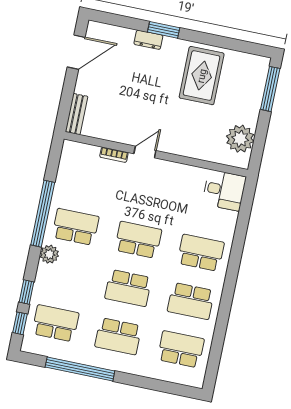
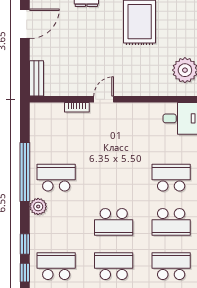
school desk: (138, 240) -> (114, 178), removed
school desk: (118, 336) -> (114, 266), turned 180

